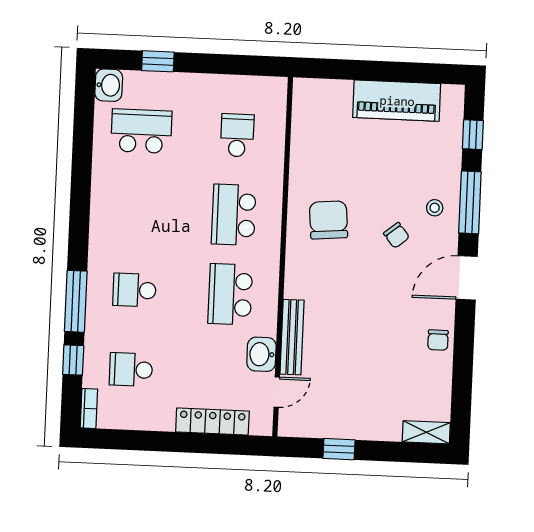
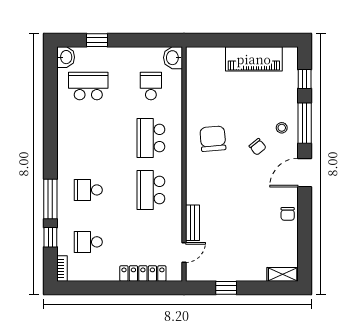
bench: (292, 337) -> (192, 223), width x0.73
washbasin: (261, 354) -> (173, 58), moved

